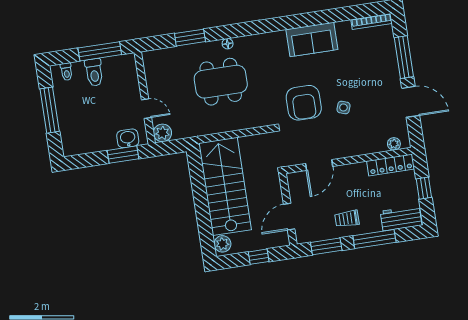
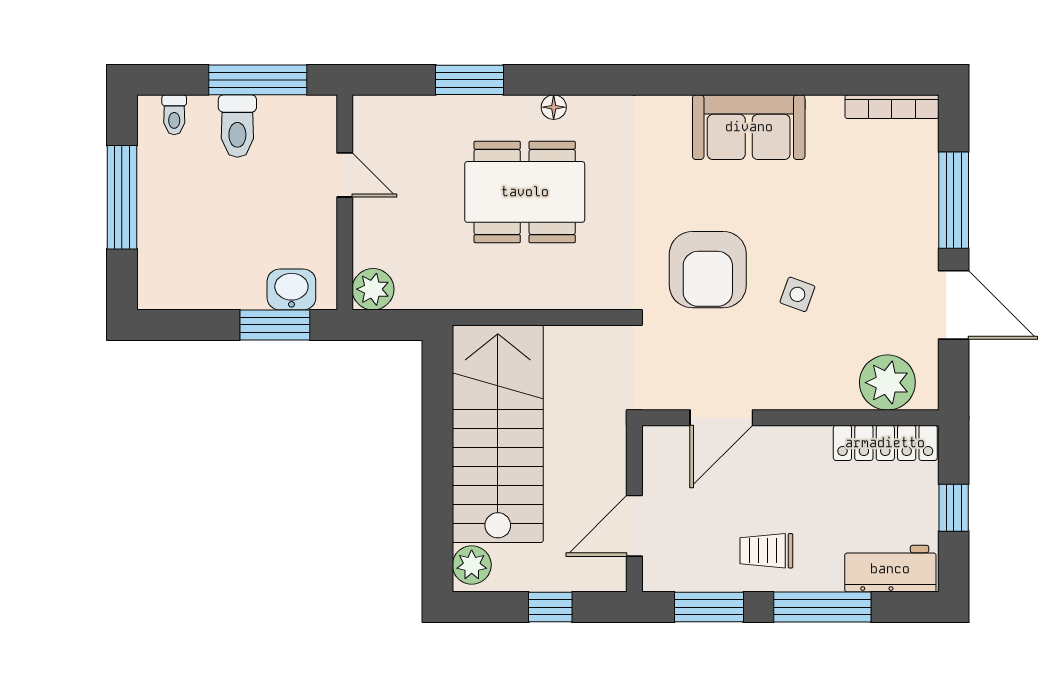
door: (146, 109) -> (345, 175), moved
plant: (394, 144) -> (887, 383), width x1.88, depth x1.88

